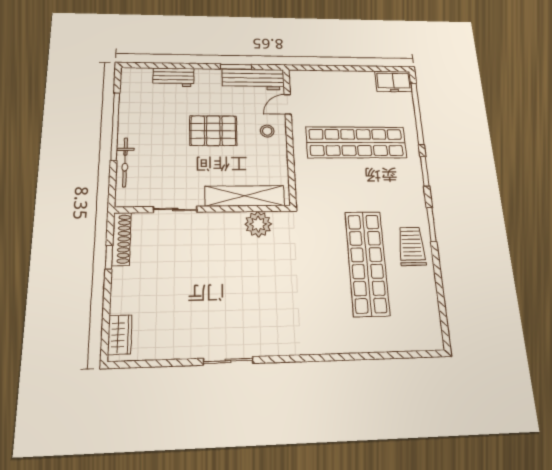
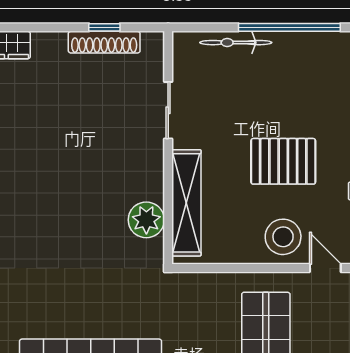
pallet: (213, 131) -> (283, 161), turned 90
stool: (267, 131) -> (283, 237), width x1.89, depth x1.89
shoe rack: (122, 239) -> (104, 42), moved

